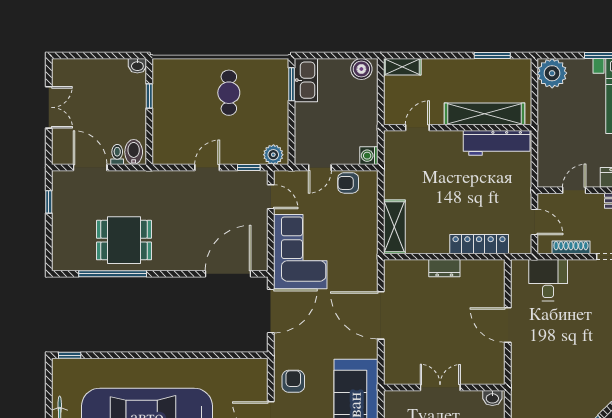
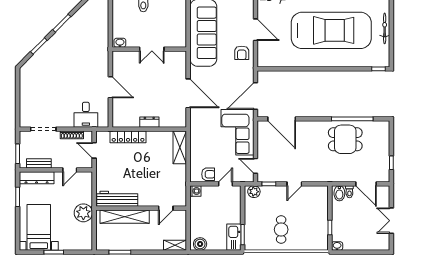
plant: (552, 73) -> (83, 213), moved
door: (228, 274) -> (282, 119), hinge flipped

